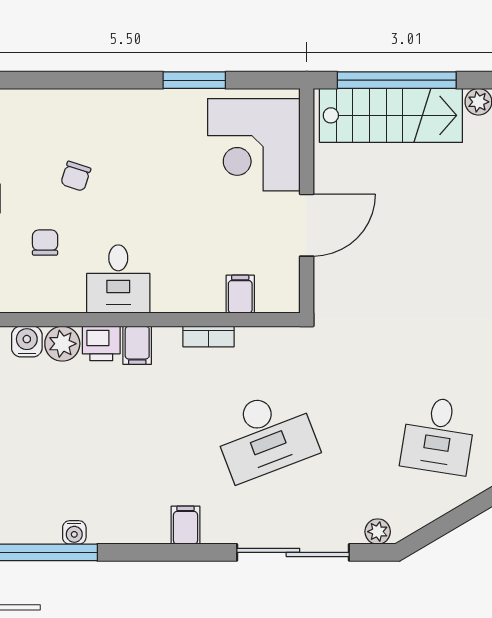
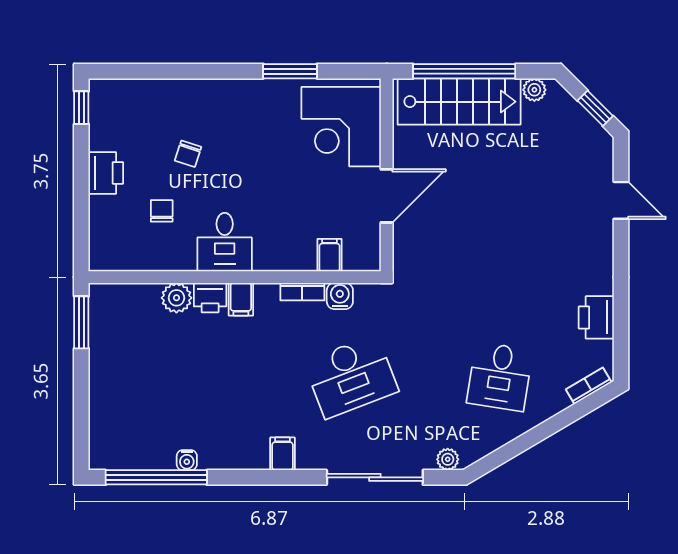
water cooler: (27, 342) -> (340, 296), moved

